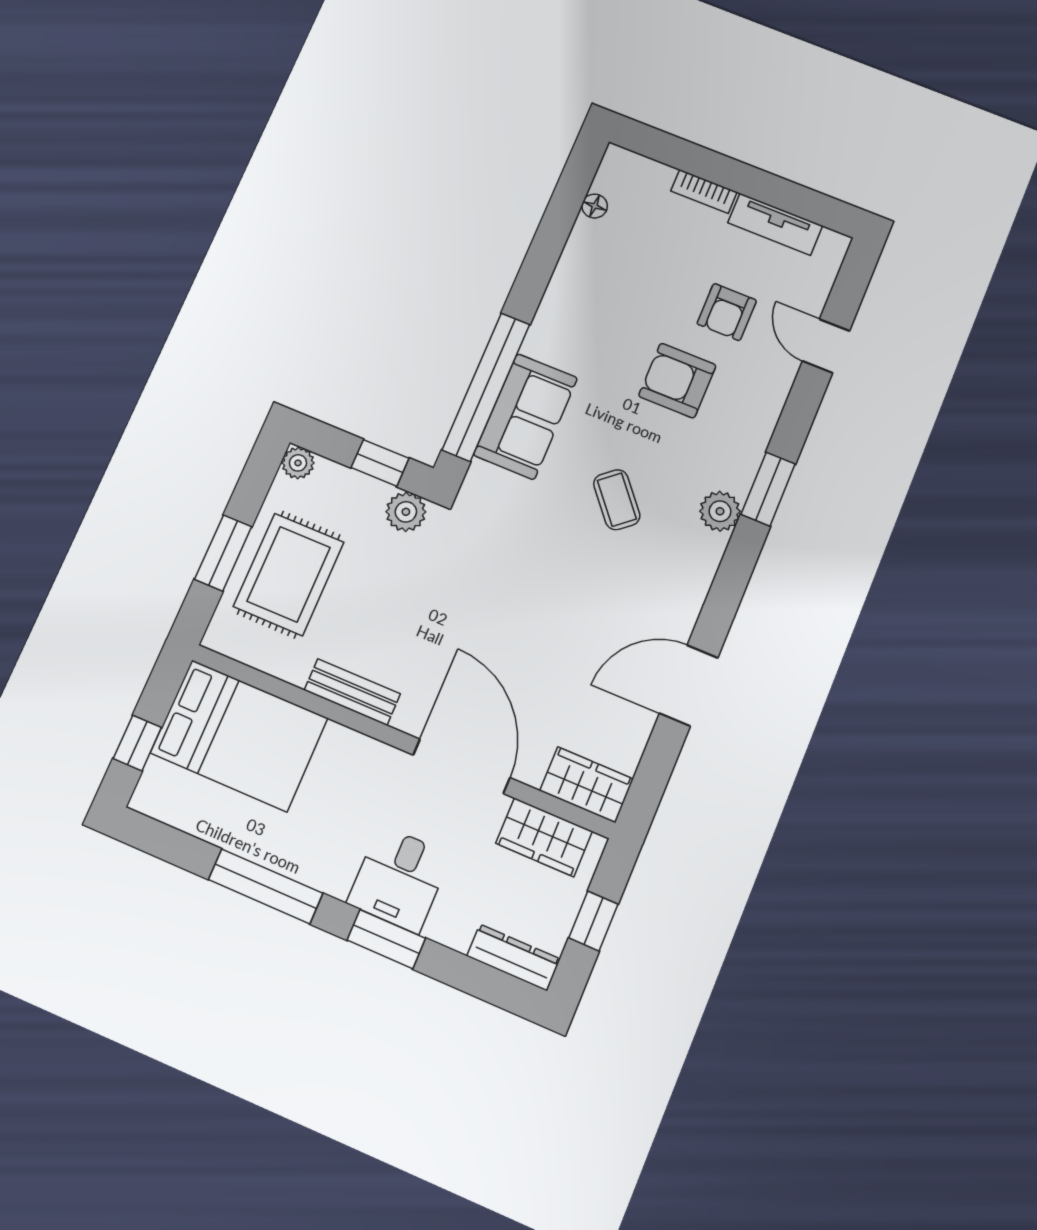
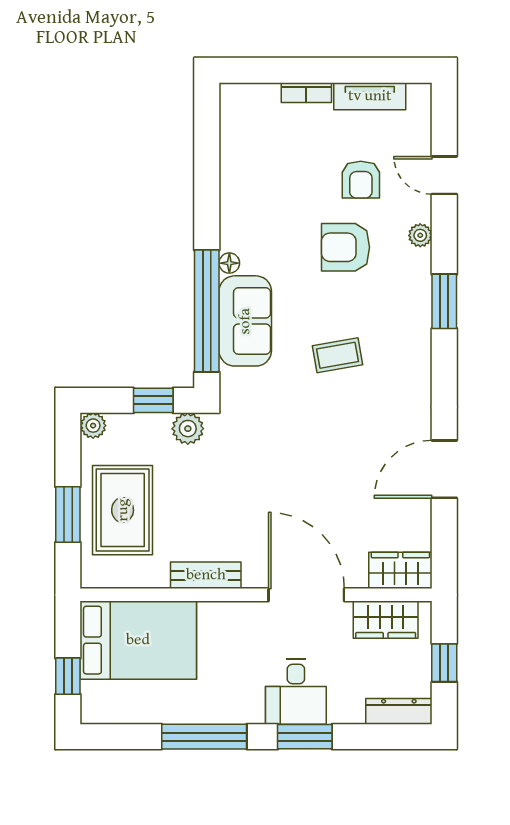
floor lamp: (595, 206) -> (229, 263), moved
coffee table: (617, 500) -> (338, 355), turned -60
plant: (720, 511) -> (420, 235), moved, width x0.73, depth x0.73

